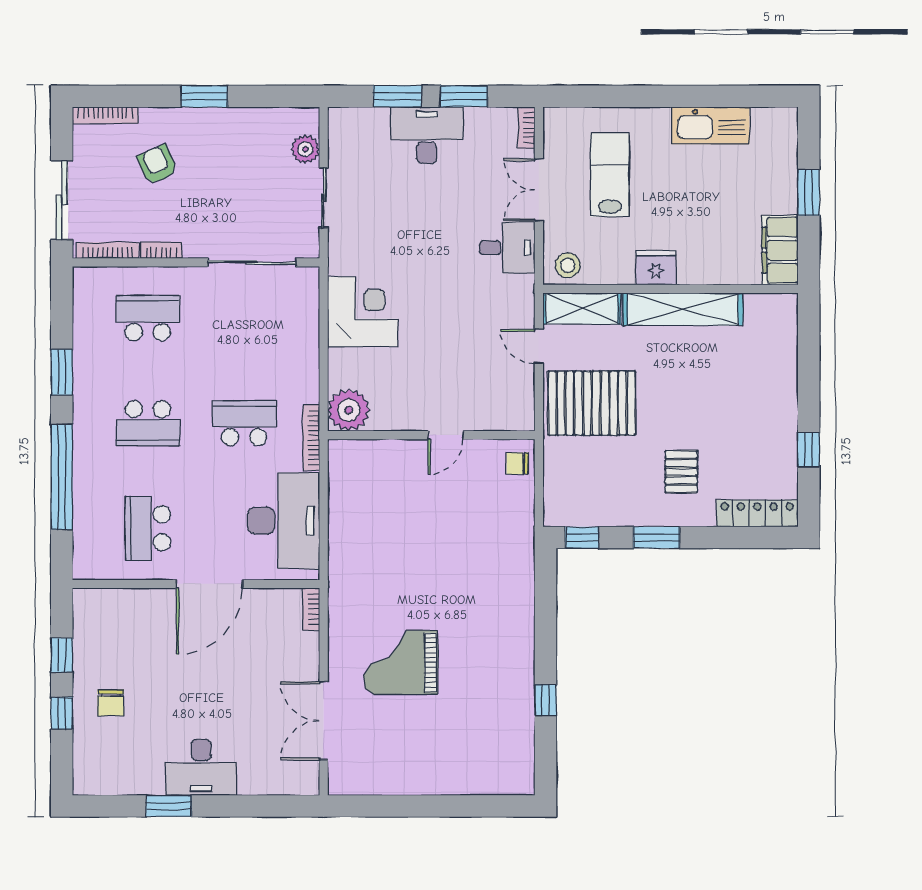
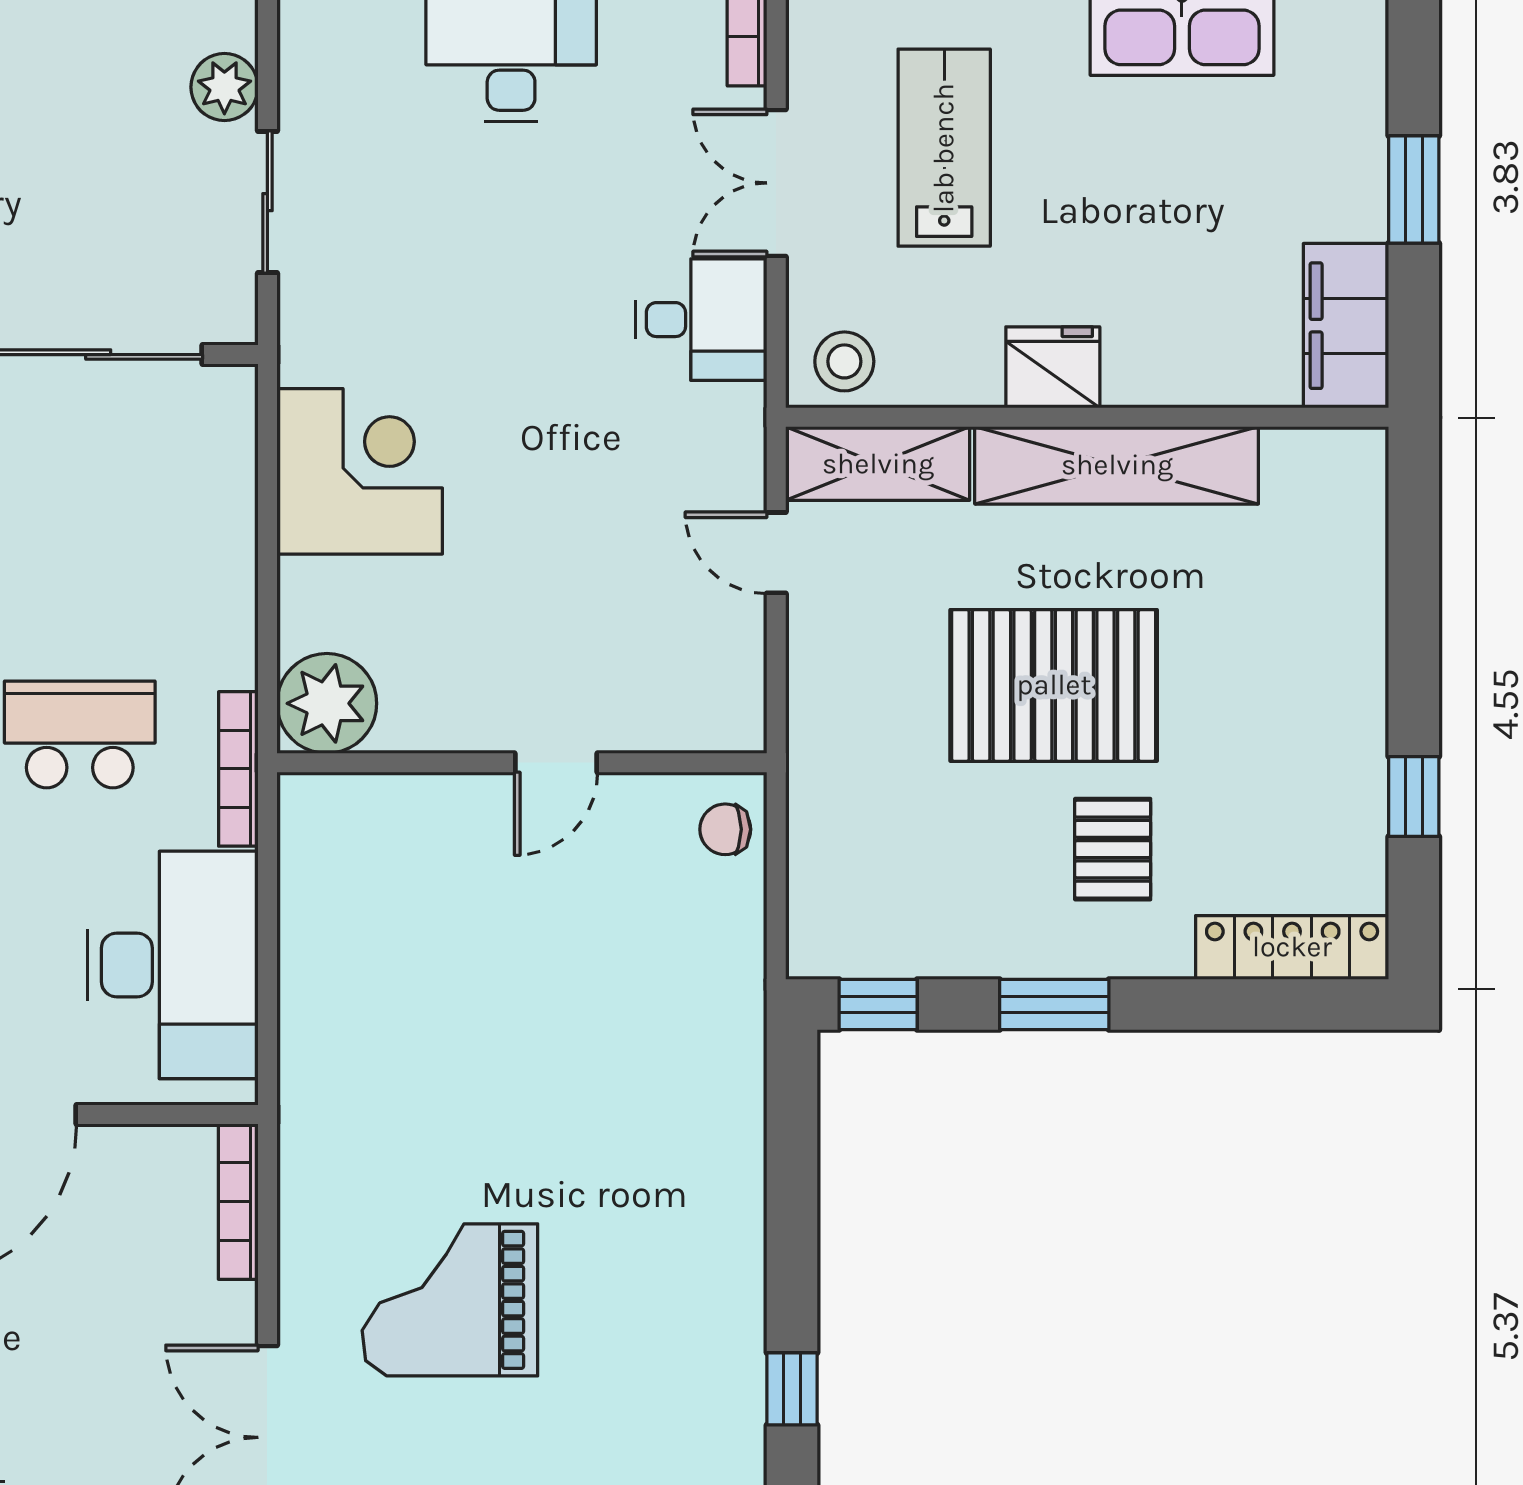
pallet: (592, 403) -> (1054, 685), moved
bookcase: (311, 609) -> (238, 1202), width x1.56

